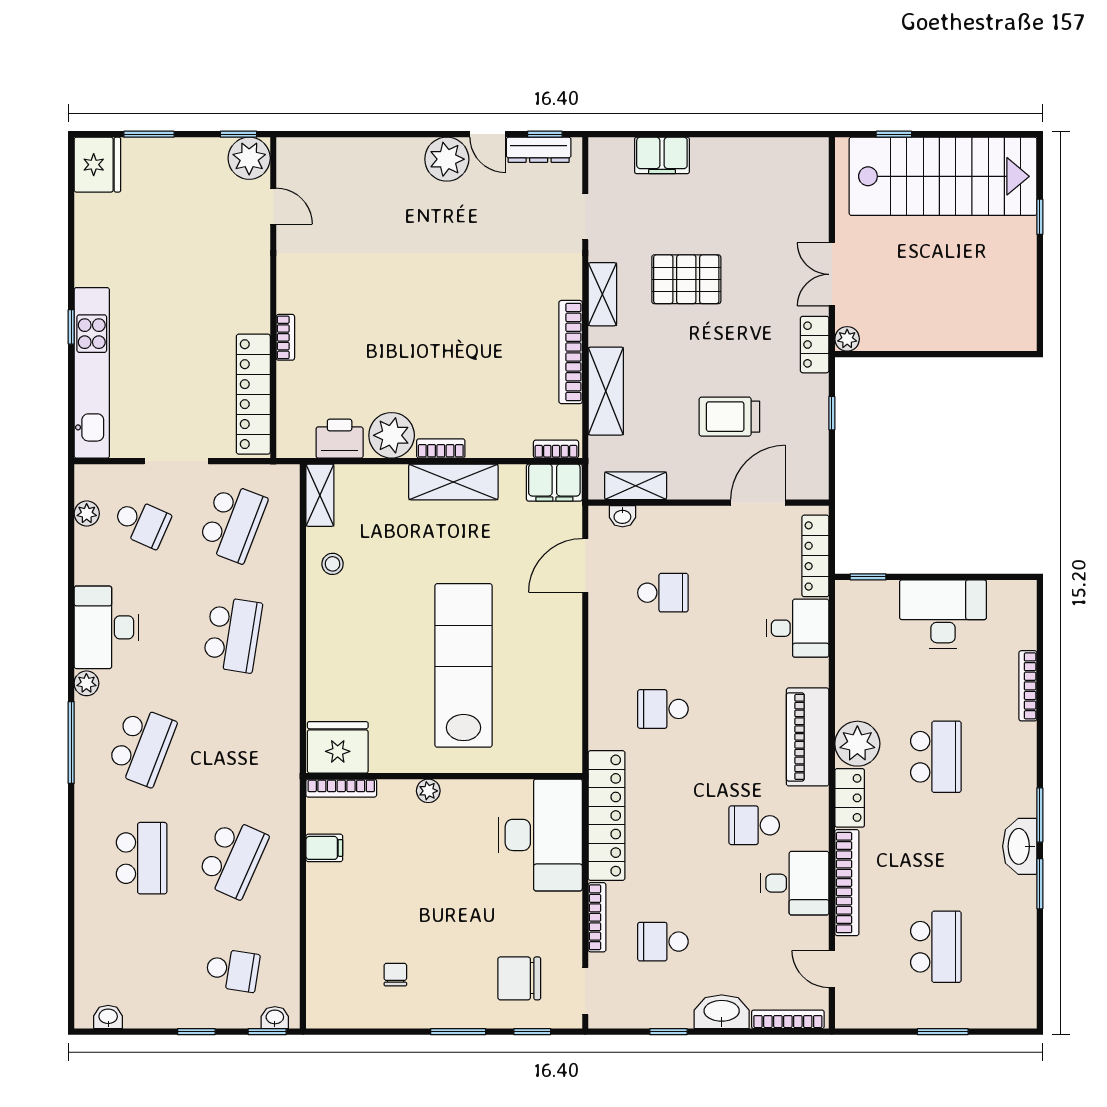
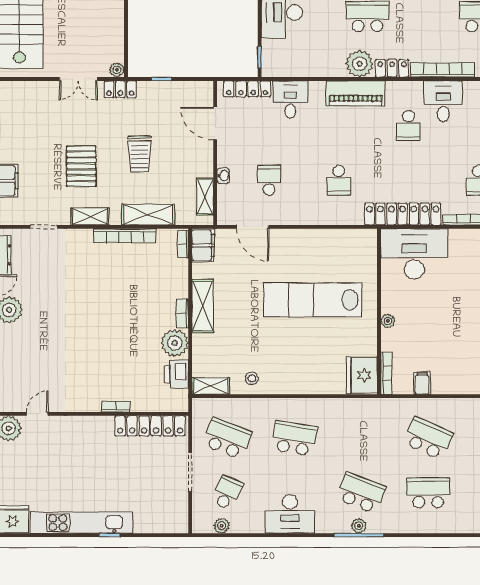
kitchen unit: (92, 373) -> (81, 523), moved
trolley: (729, 417) -> (140, 154), moved
washbasin: (622, 516) -> (223, 176), moved
plant: (86, 683) -> (359, 526), moved

